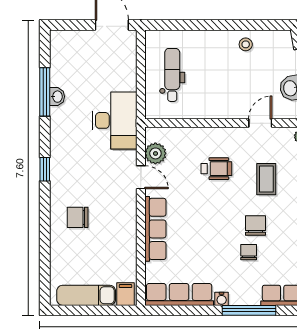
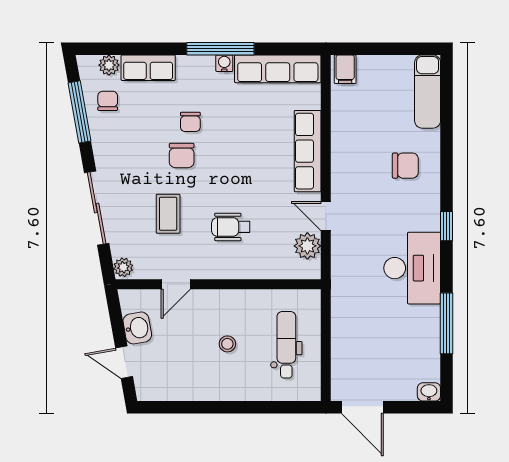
stool: (246, 44) -> (227, 344), moved
dental chair: (172, 75) -> (286, 345), turned 180
washbasin: (57, 97) -> (429, 392), moved, turned 90
desk: (115, 120) -> (412, 268), moved, turned 180
exam couch: (86, 295) -> (428, 92), moved, turned 90
window: (249, 310) -> (220, 49), moved

